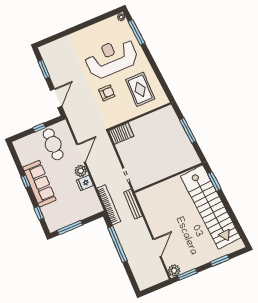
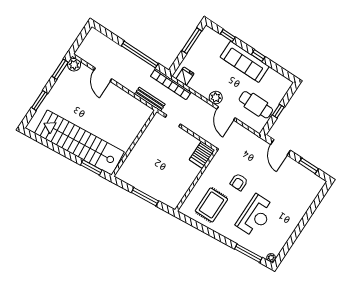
reception desk: (111, 58) -> (255, 216), width x0.74, depth x0.77
rug: (140, 89) -> (211, 205), turned 90
fridge: (85, 183) -> (185, 76), moved

